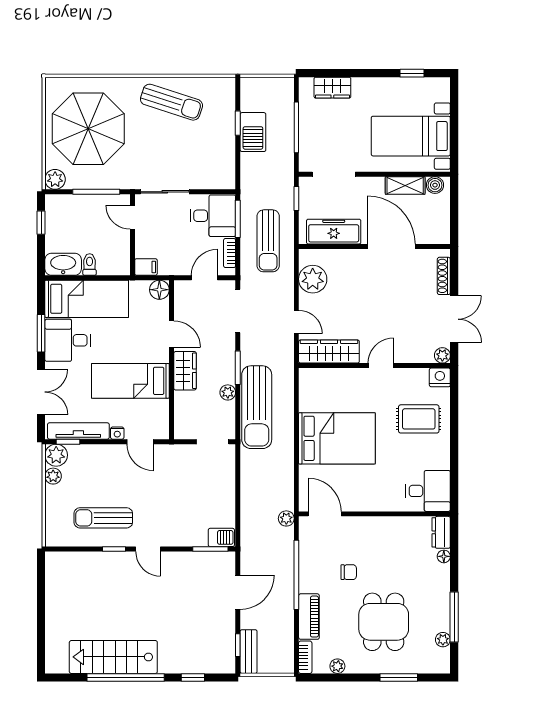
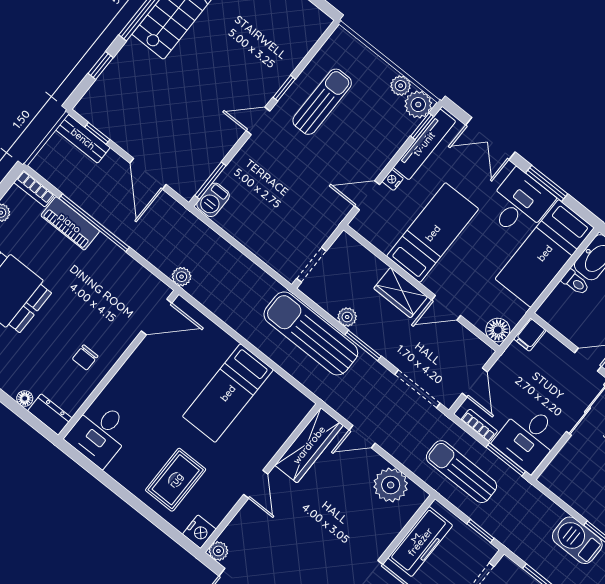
bed: (337, 438) -> (228, 393), width x0.67
chair: (349, 572) -> (85, 357), moved
window: (296, 575) -> (94, 223), moved

